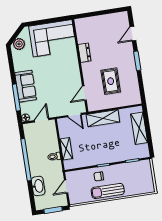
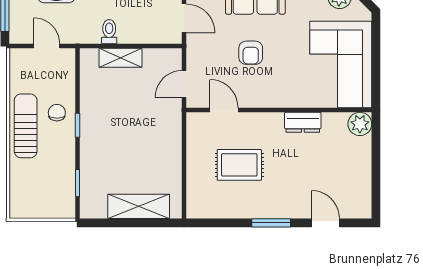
plant: (81, 24) -> (360, 124), added
armchair: (54, 84) -> (251, 53), added
shelving: (103, 118) -> (169, 139), removed

